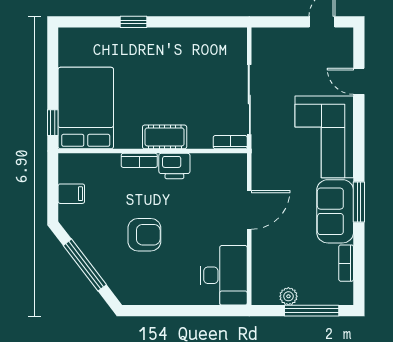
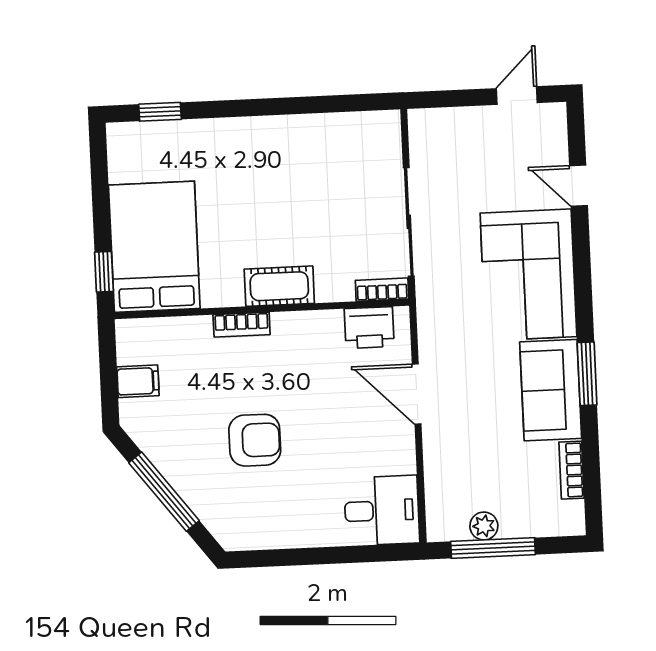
window: (133, 22) -> (160, 112), moved
printer: (174, 166) -> (369, 328), moved
door: (249, 210) -> (417, 394), swing flipped
desk: (224, 275) -> (382, 510), width x0.73
window: (312, 311) -> (493, 548), moved

